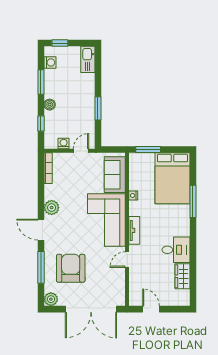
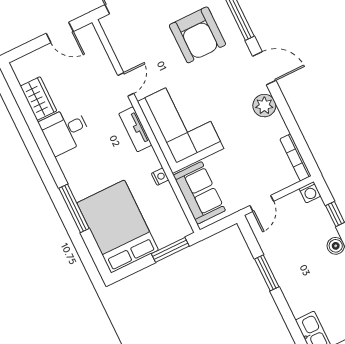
washing machine: (64, 143) -> (310, 192), moved

